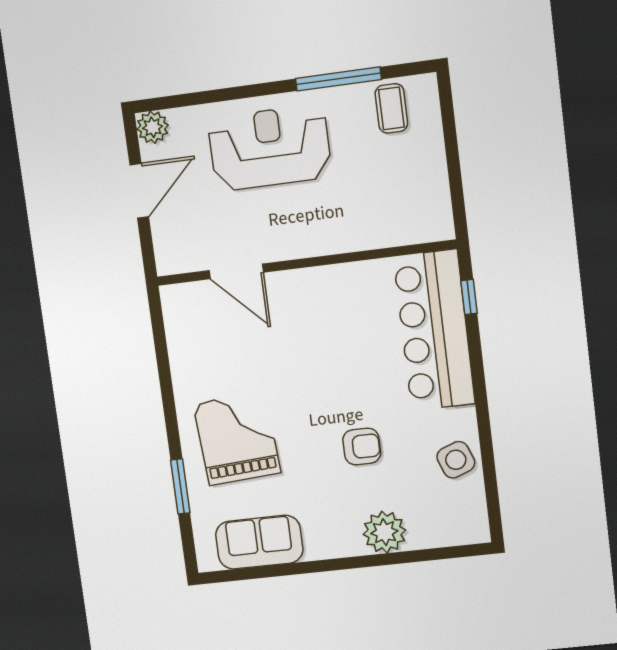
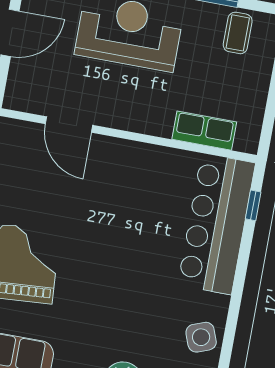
row of seats: (388, 231) -> (204, 131), added
armchair: (362, 447) -> (127, 302), removed

